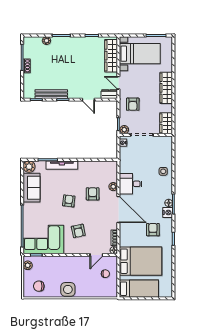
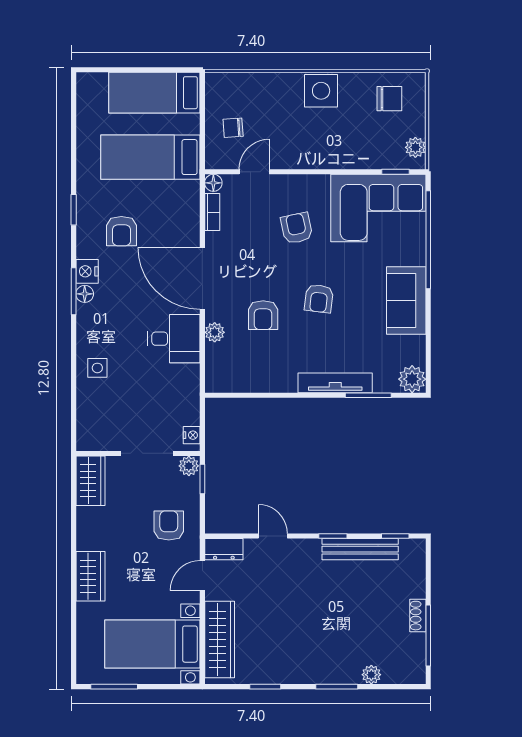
door: (118, 83) -> (202, 576), swing flipped
wardrobe: (166, 88) -> (90, 576), width x0.67
sofa: (32, 188) -> (406, 300), moved
bed: (141, 261) -> (150, 157), width x0.67

